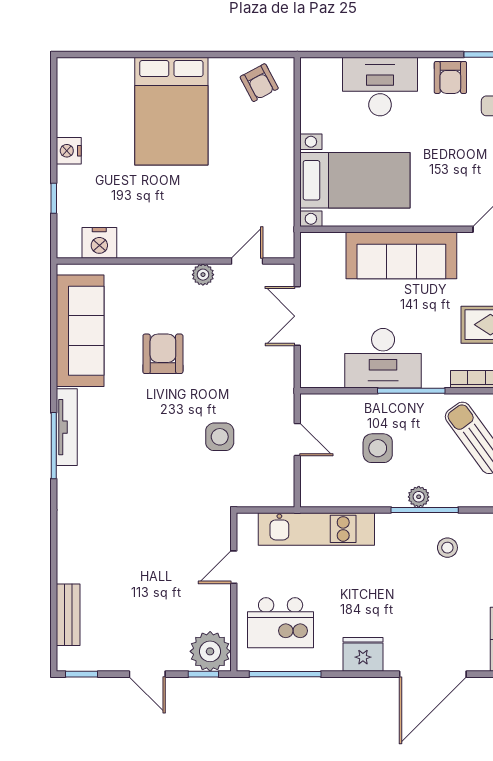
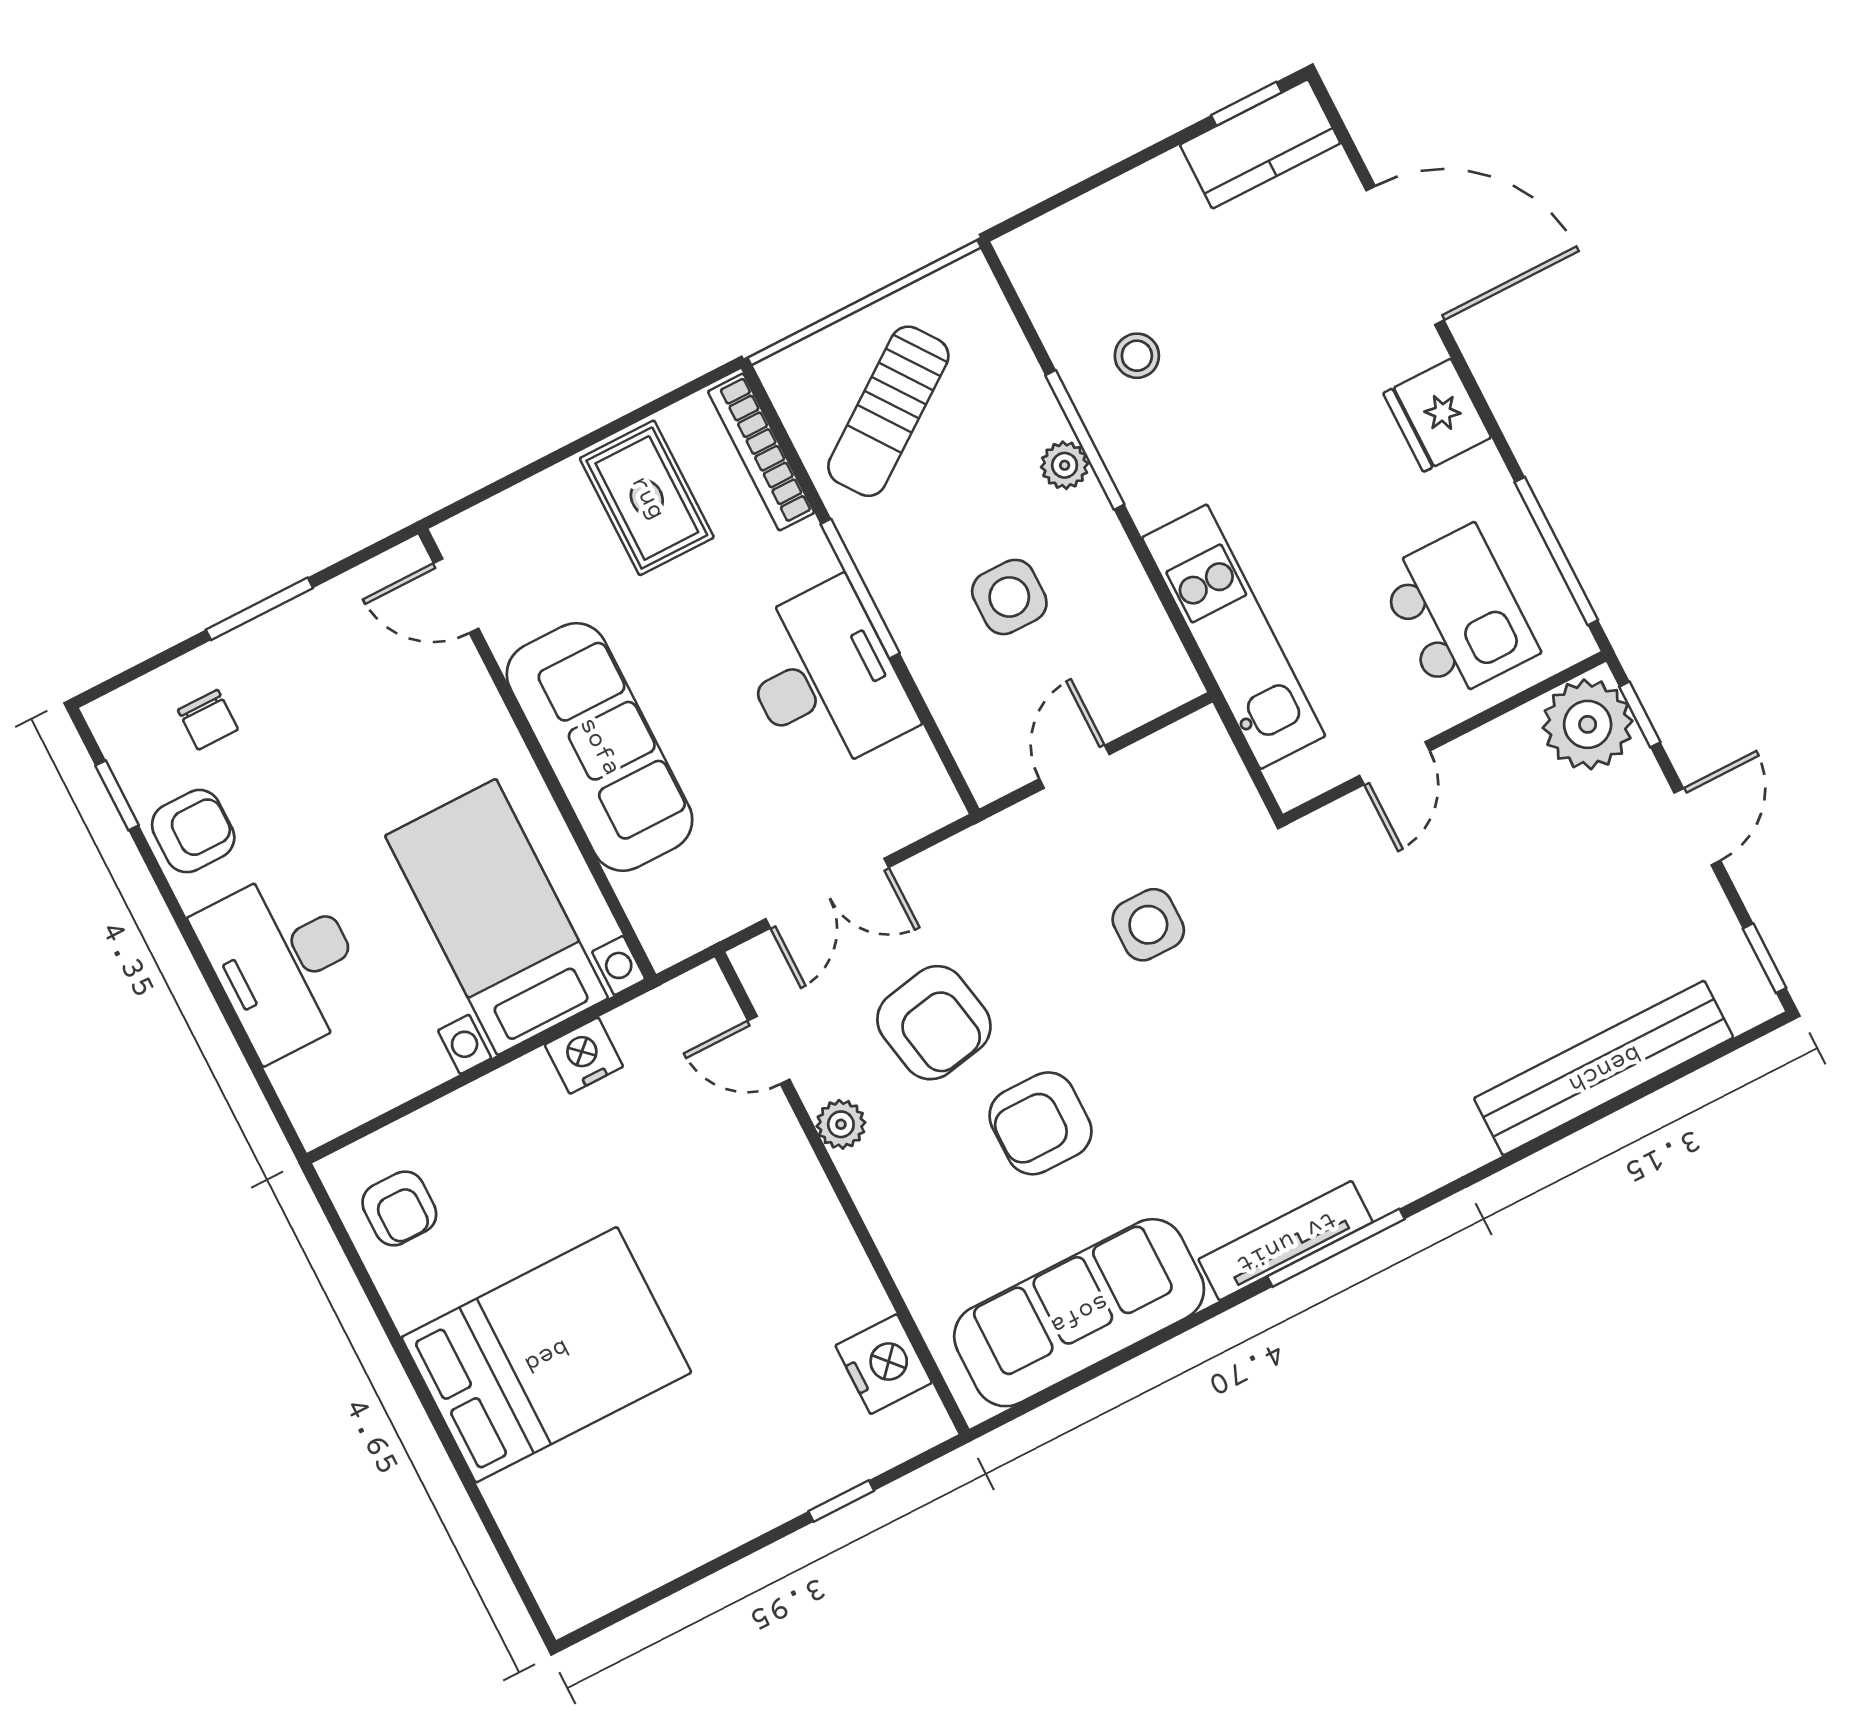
armchair: (259, 83) -> (399, 1208), turned 118
nightstand: (69, 151) -> (584, 1056), moved, turned 180
armchair: (224, 332) -> (934, 1023), added
door: (234, 567) -> (1395, 763), hinge flipped
bench: (68, 615) -> (1604, 1068), width x1.86, depth x1.21

